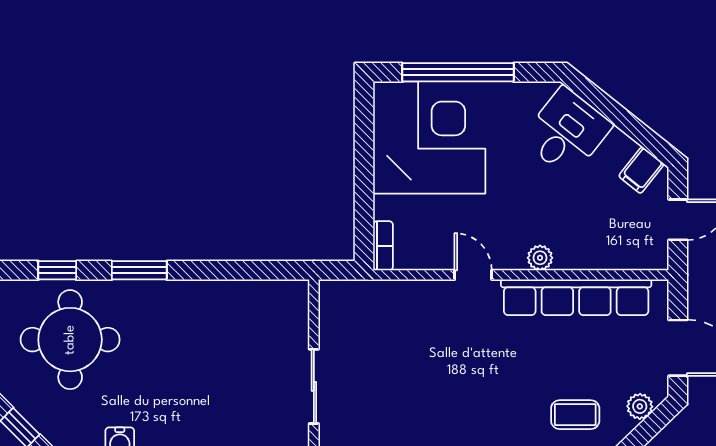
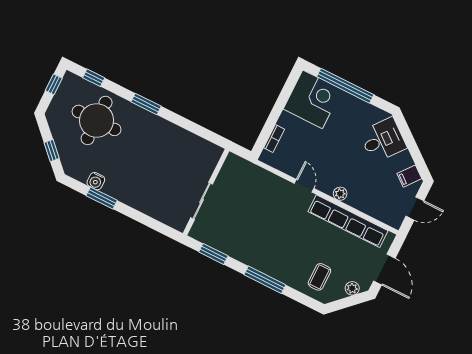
corner desk: (429, 138) -> (313, 99), width x0.74, depth x0.74
bookcase: (383, 246) -> (274, 138), moved
window: (57, 270) -> (94, 78), moved
coffee table: (575, 415) -> (319, 277), turned 90

